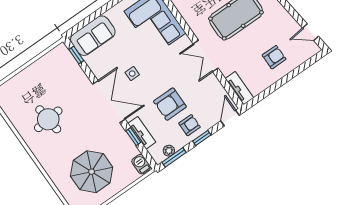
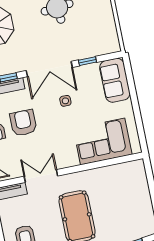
window: (76, 55) -> (87, 61), moved
double door: (206, 56) -> (41, 176), moved

